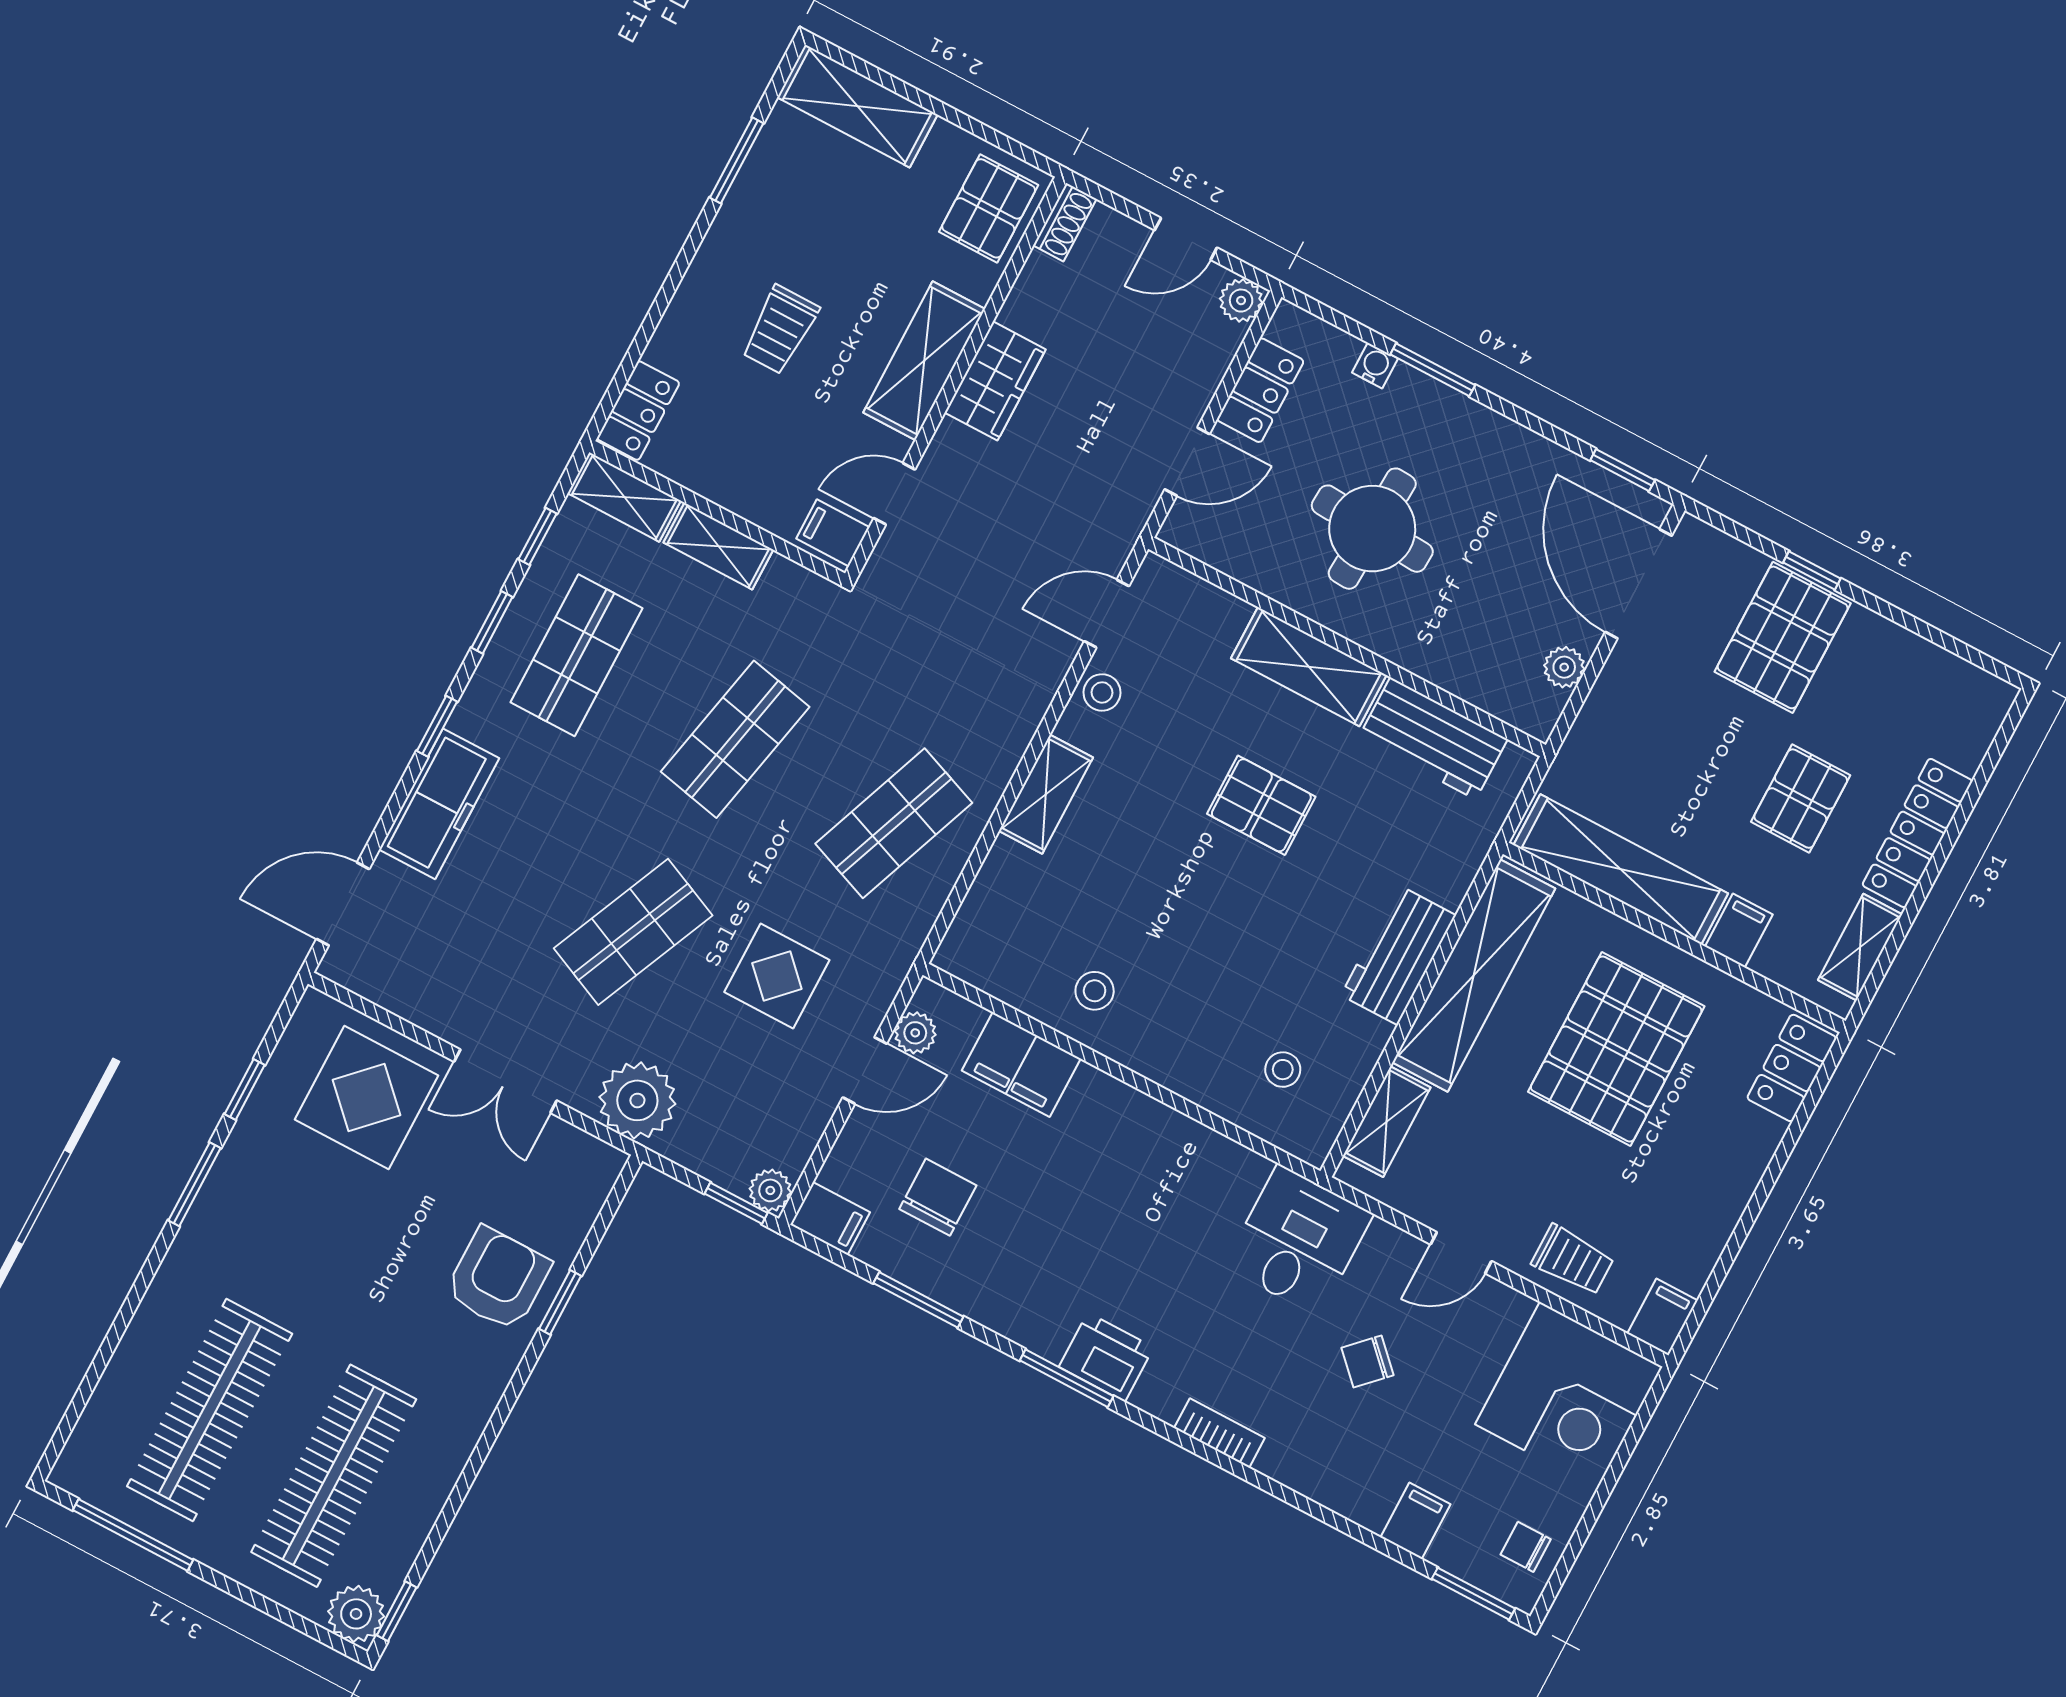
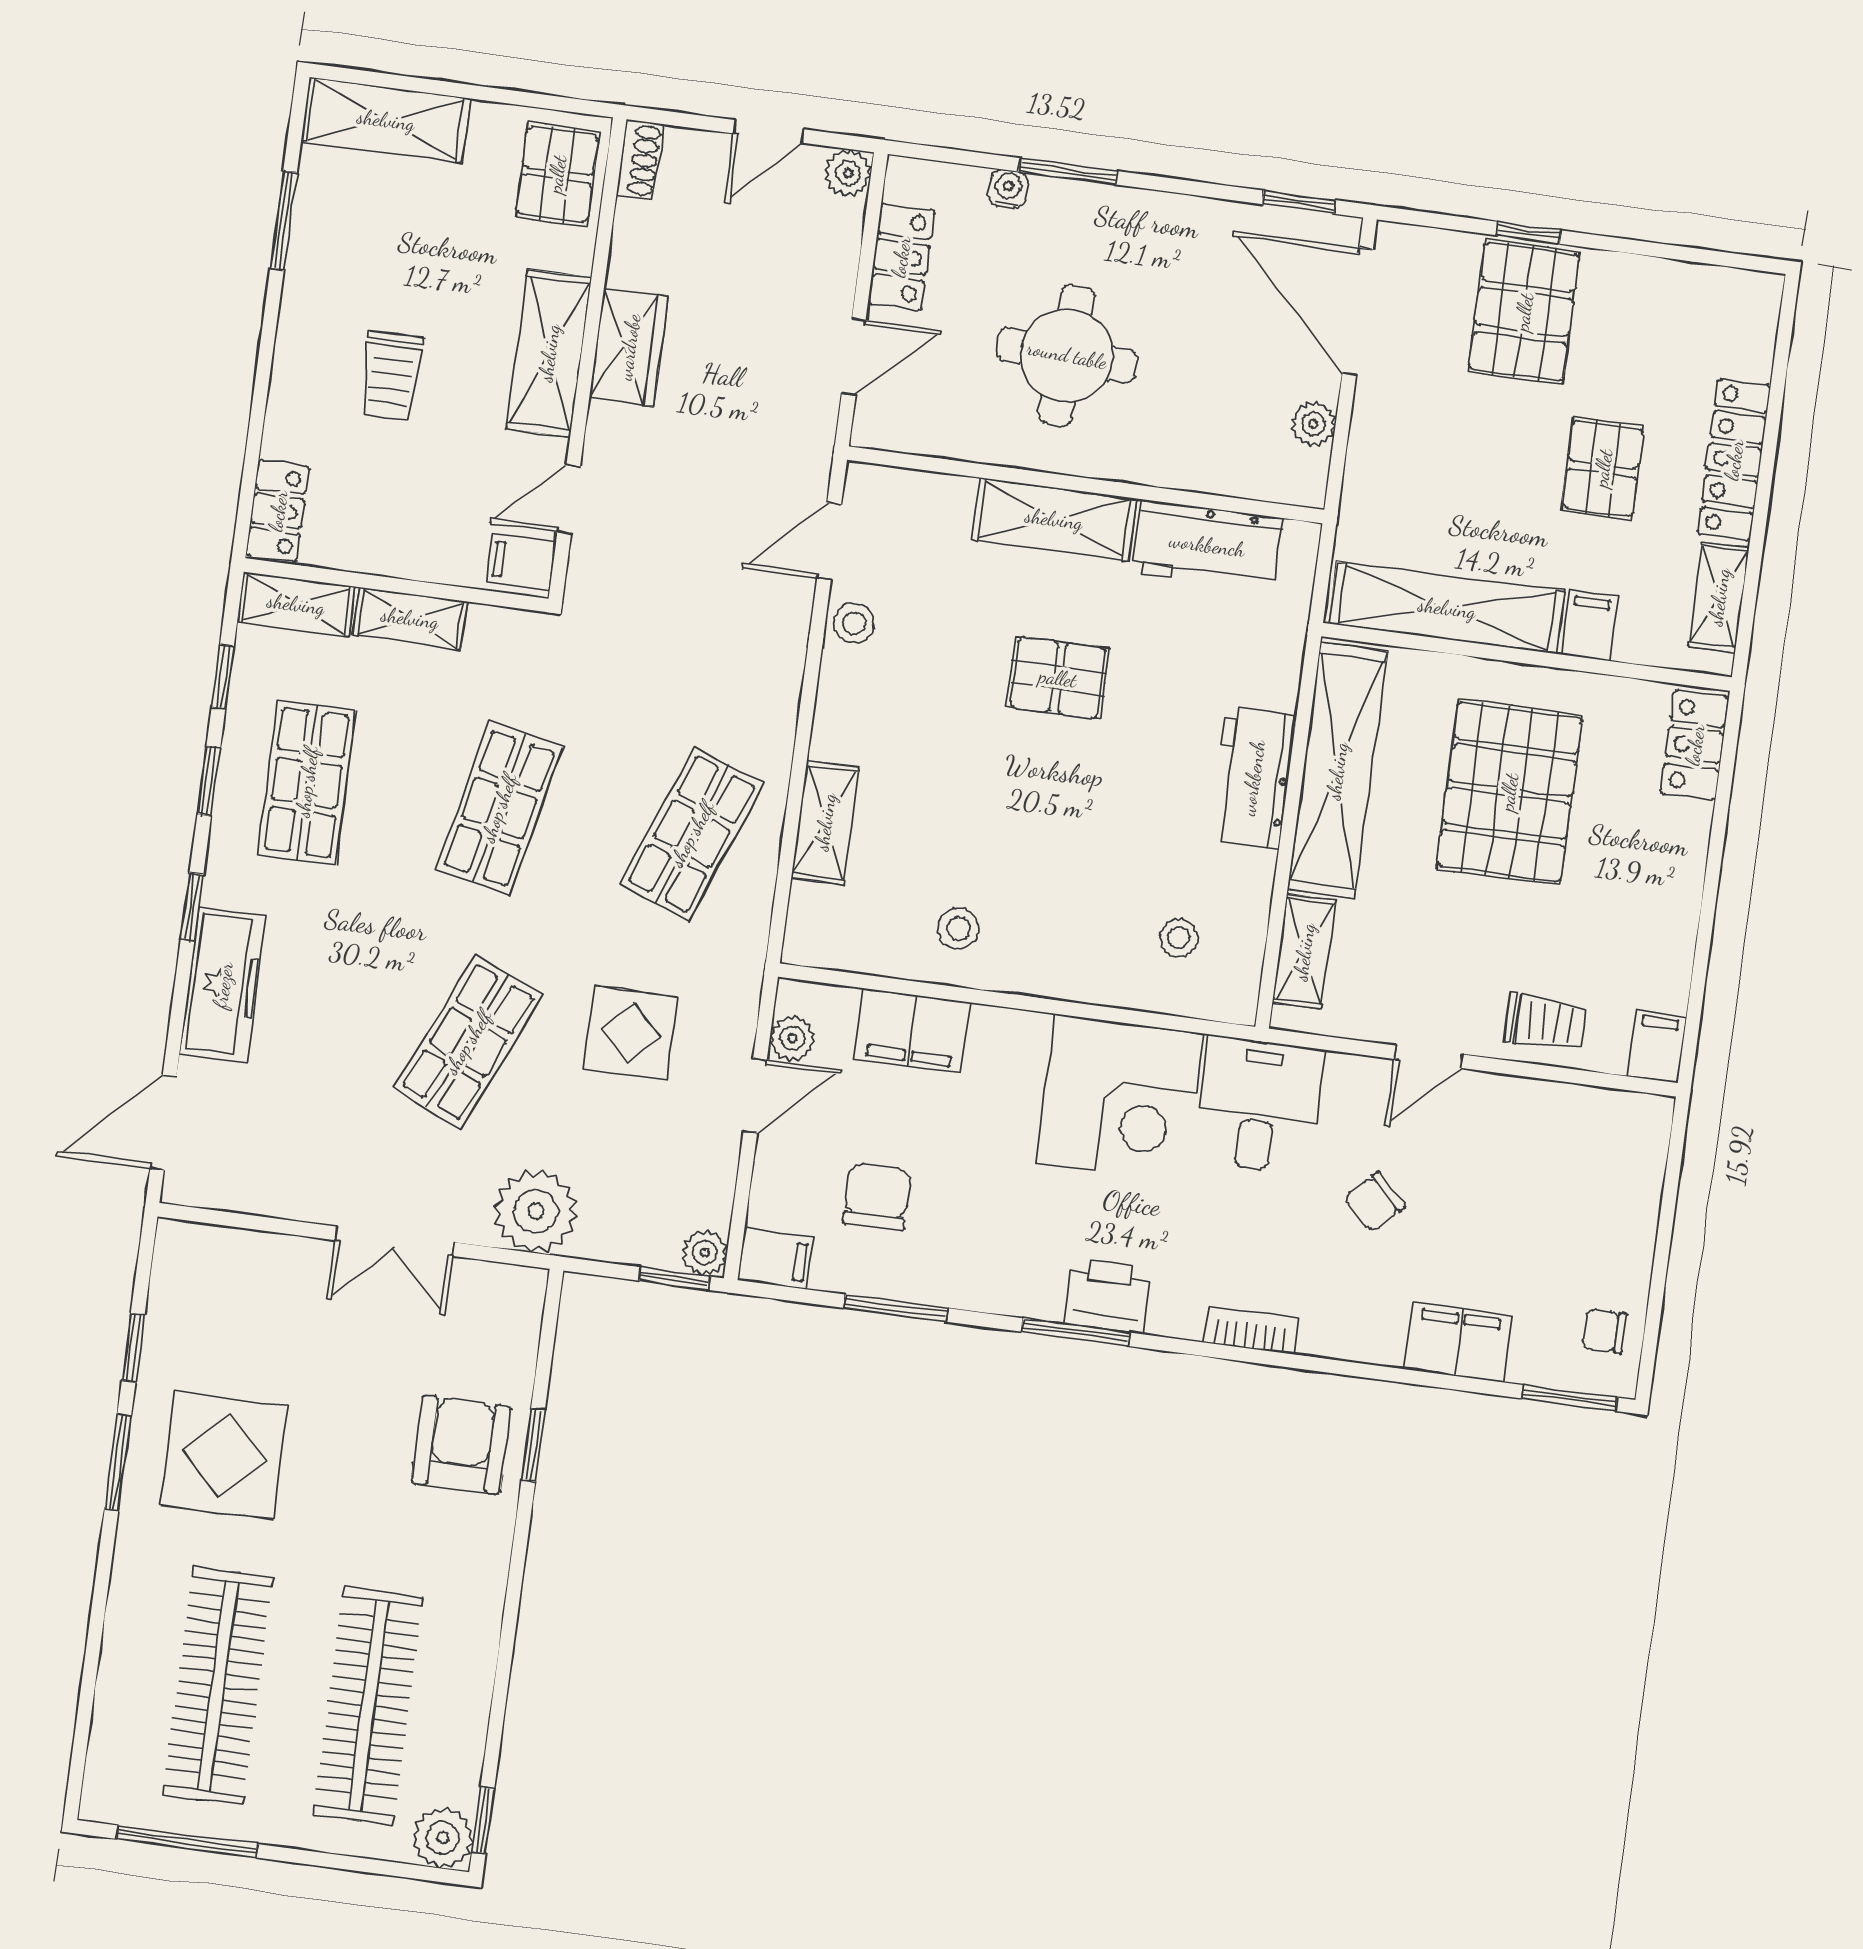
shelving: (1046, 794) -> (825, 822), moved
display table: (367, 1097) -> (224, 1455), moved
corner desk: (1569, 1396) -> (1120, 1098), moved
filing cabinet: (1415, 1521) -> (1458, 1342), width x2.00

